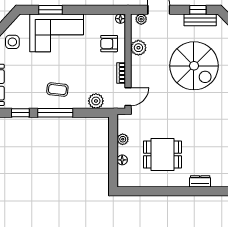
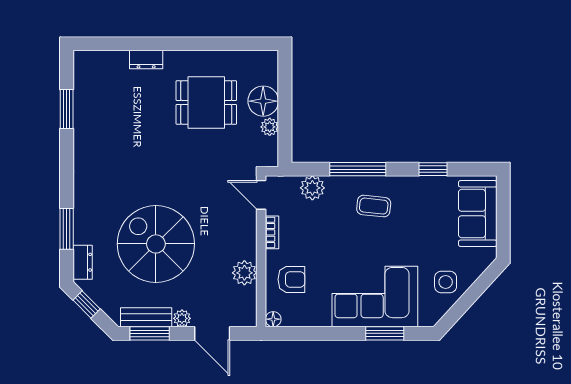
window: (198, 10) -> (150, 333), width x1.50
plant: (141, 19) -> (182, 318), moved
door: (128, 97) -> (261, 195), hinge flipped
window: (55, 113) -> (358, 169), moved
floor lamp: (122, 160) -> (263, 101), width x1.89, depth x1.89

